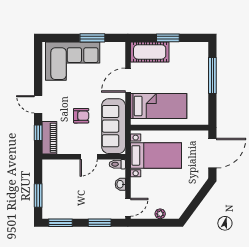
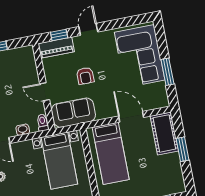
sofa: (114, 126) -> (73, 113), width x0.73

